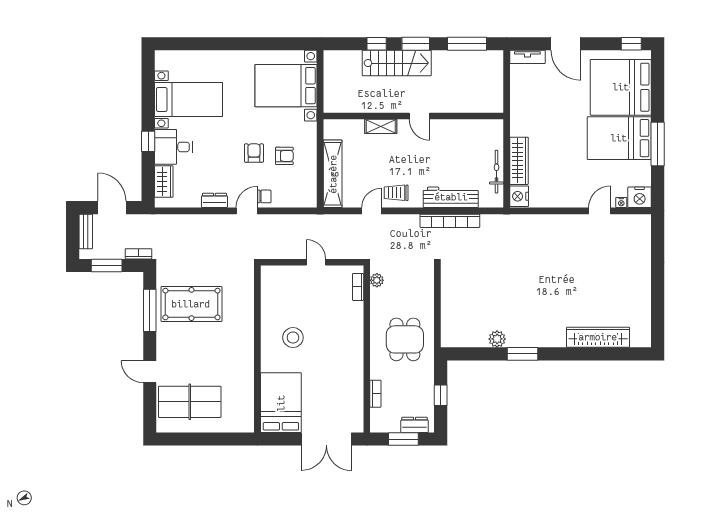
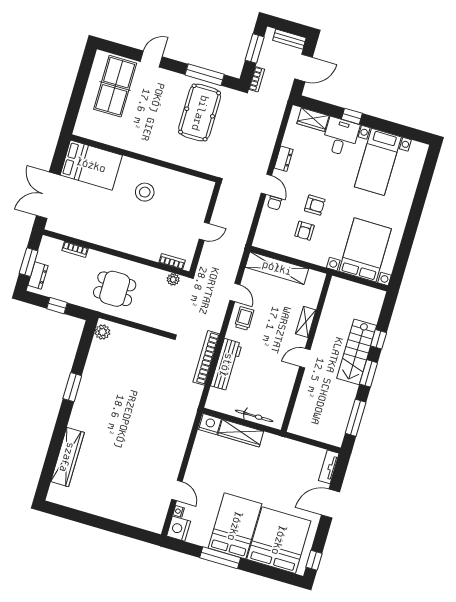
bicycle: (496, 172) -> (254, 416), moved
plant: (497, 339) -> (102, 332), moved

